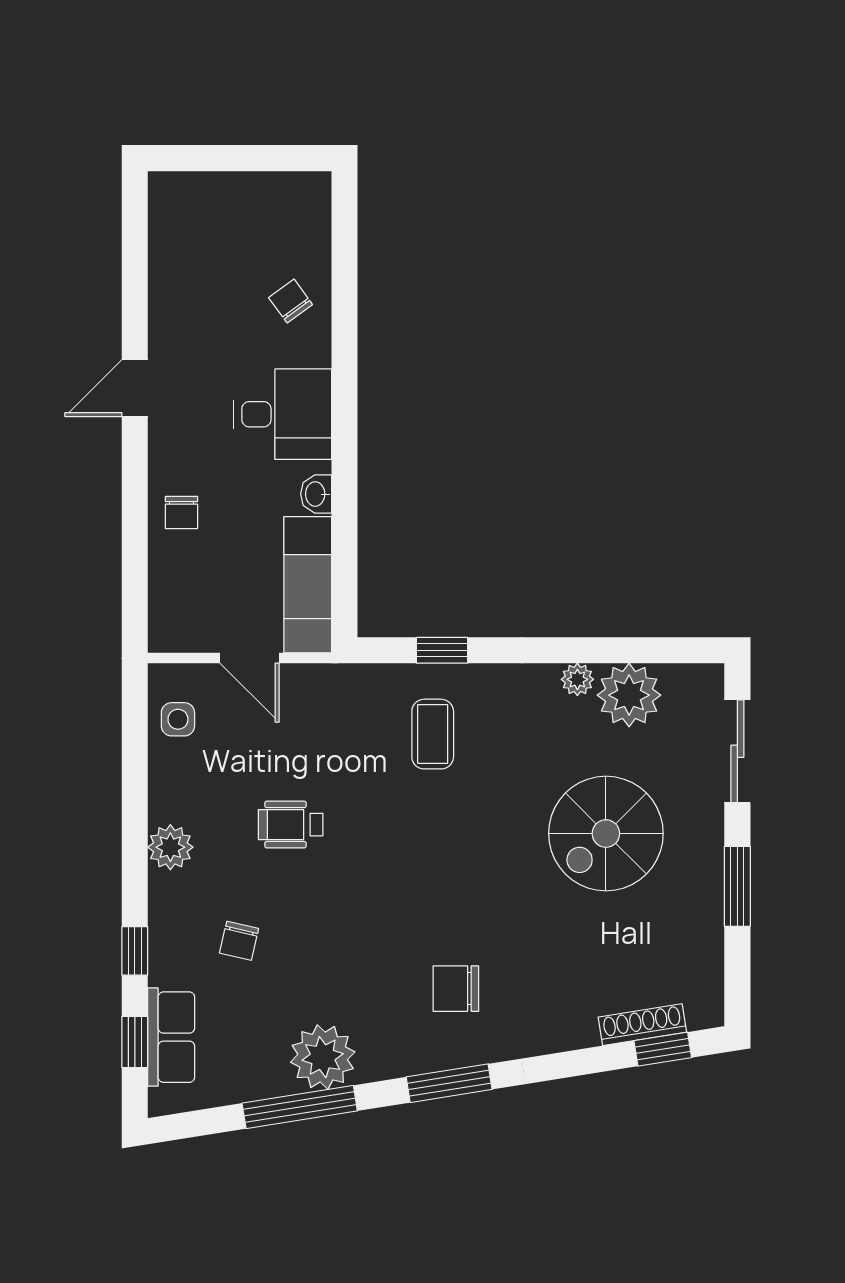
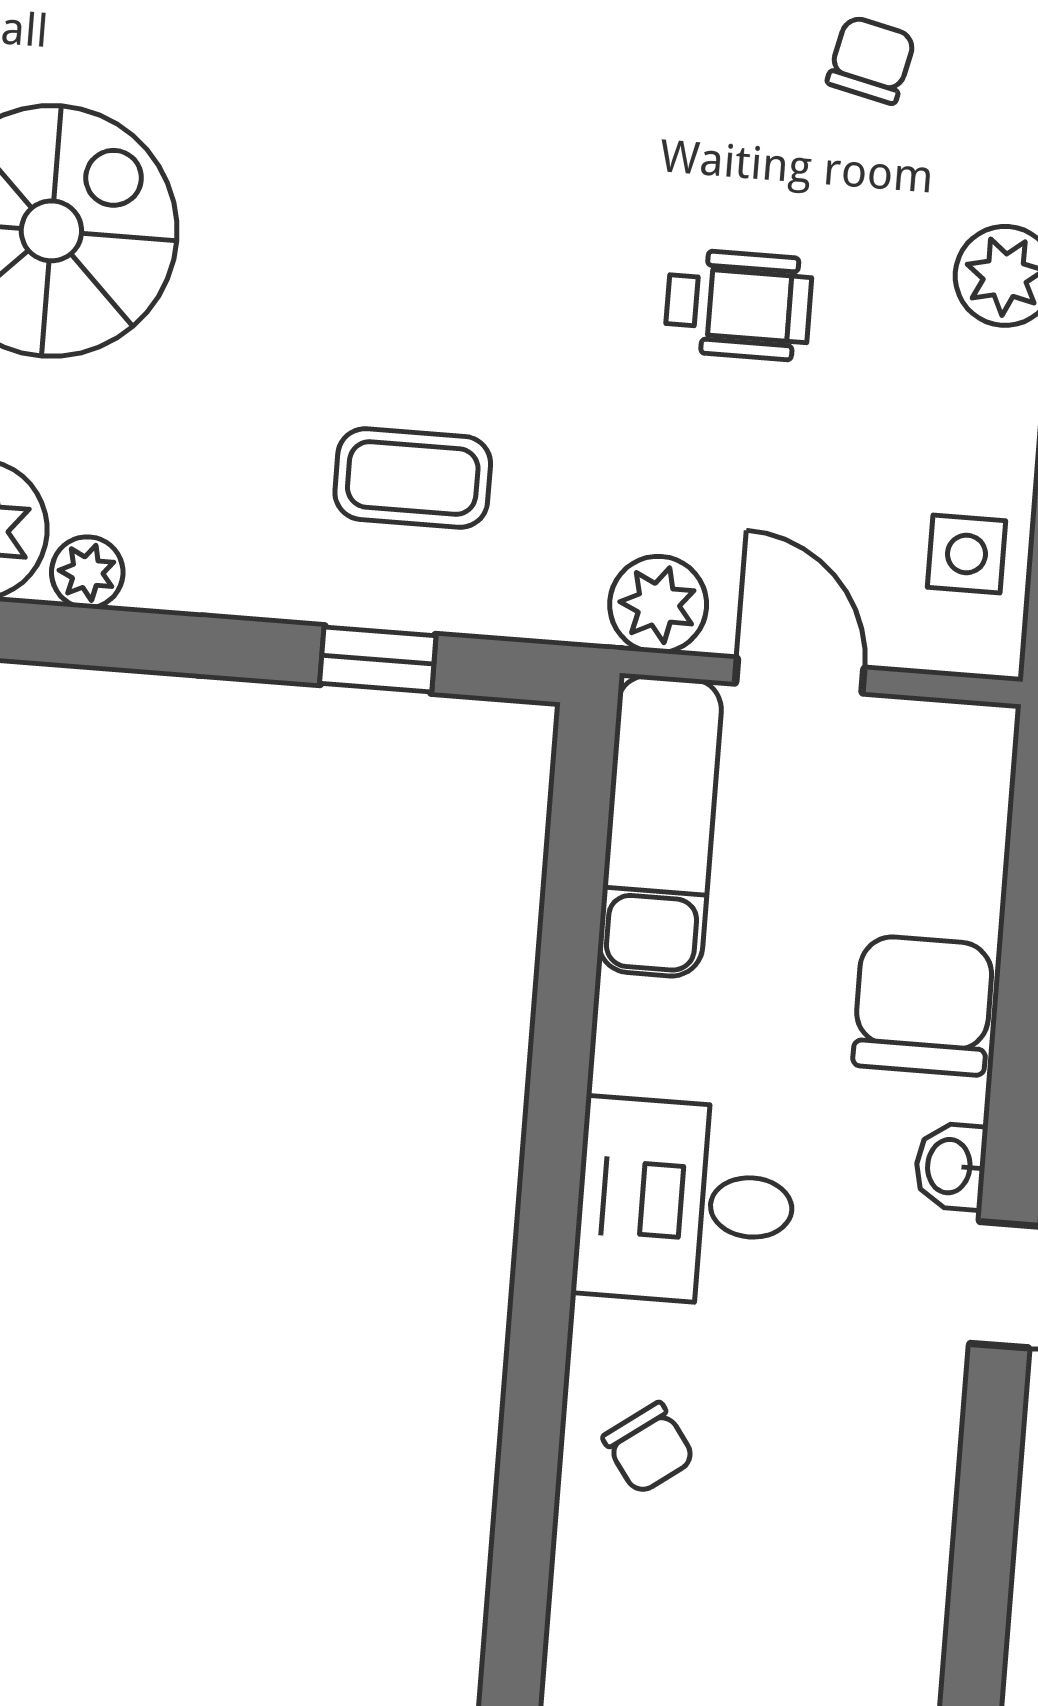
washbasin: (316, 494) -> (951, 1166), moved, turned 180
chair: (182, 512) -> (923, 1005), width x1.87, depth x1.87
plant: (316, 685) -> (658, 605), added
coffee table: (433, 734) -> (413, 478), turned 90

